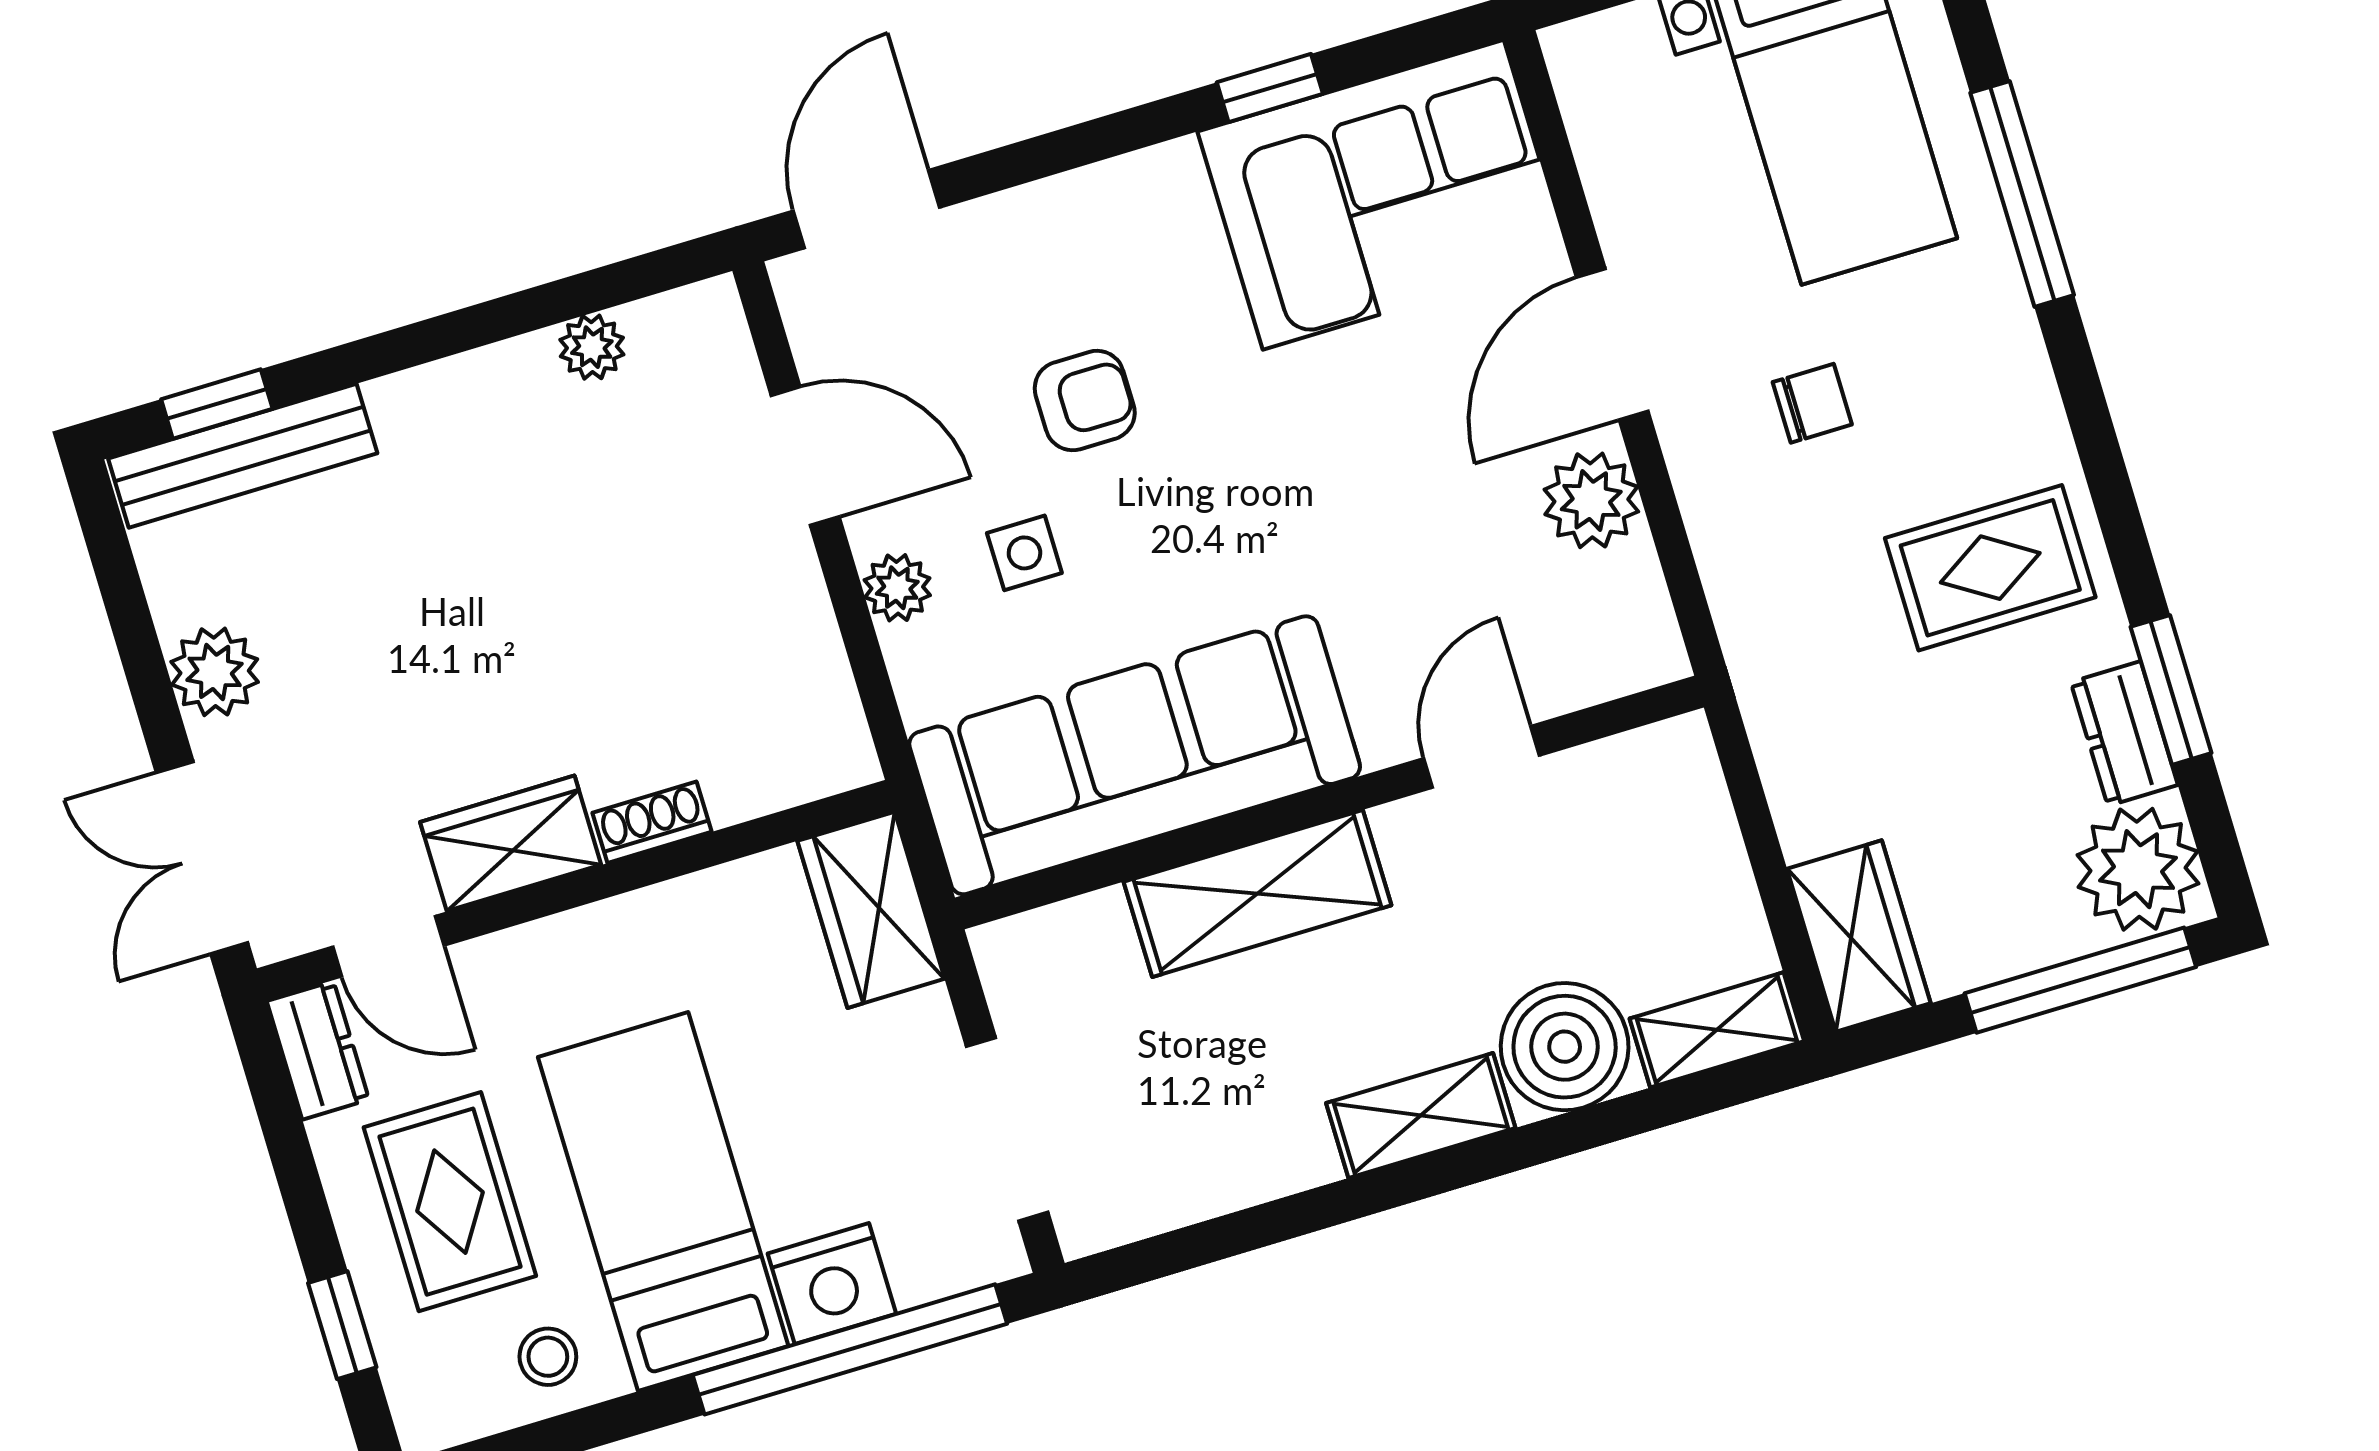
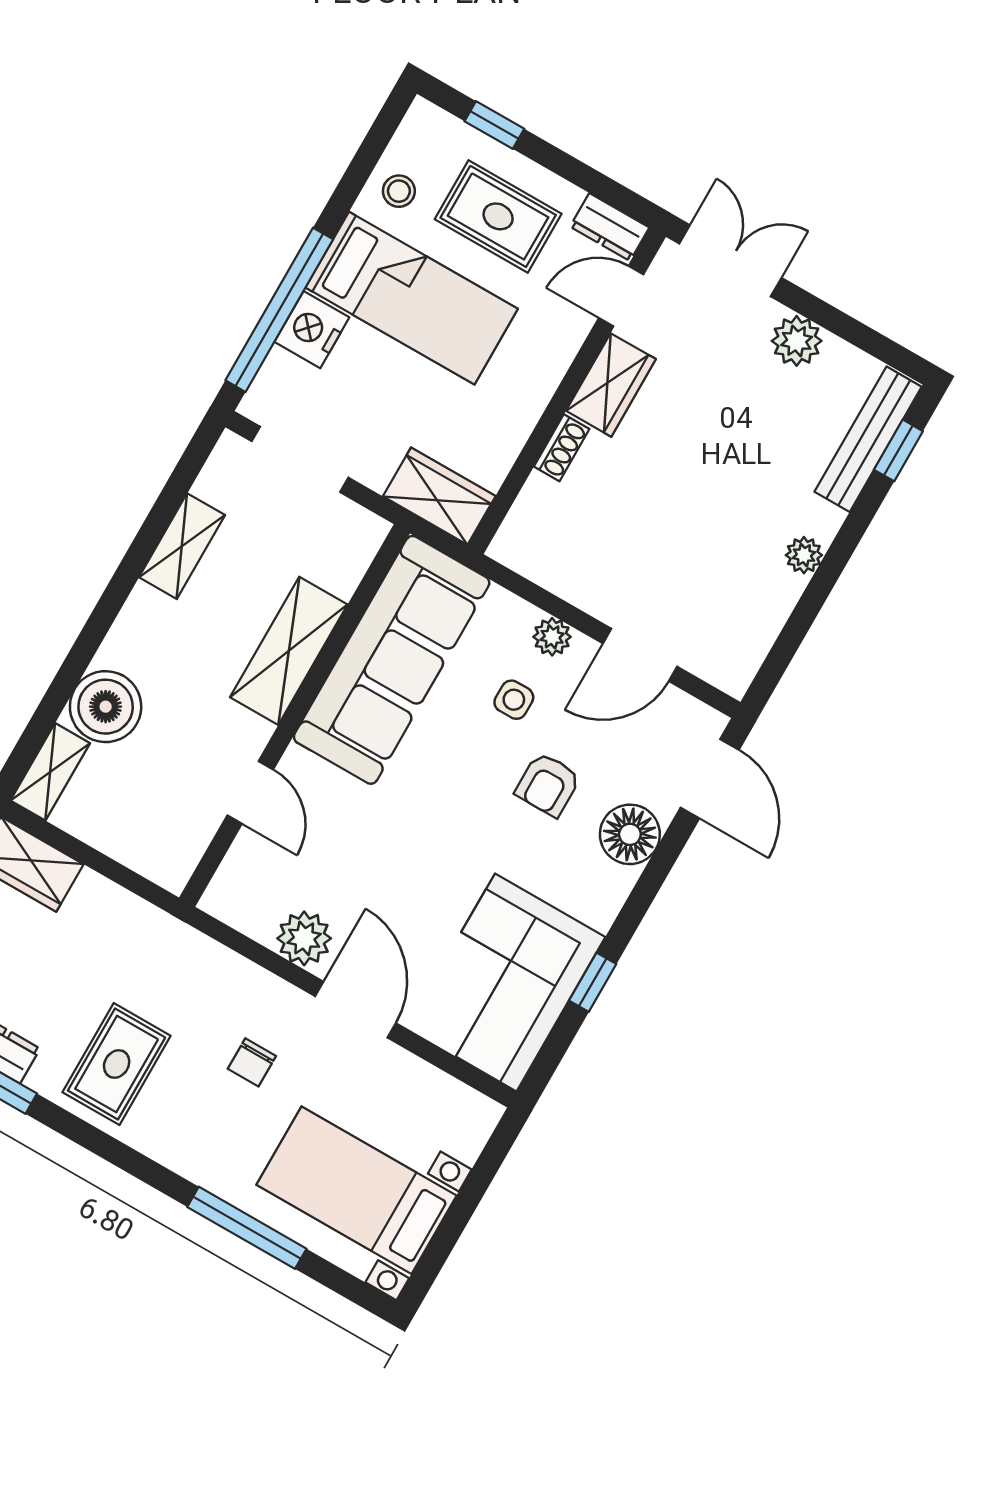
floor lamp: (1039, 235) -> (630, 834), added
plant: (592, 347) -> (804, 555), moved
shelving: (1421, 1115) -> (182, 546), moved

